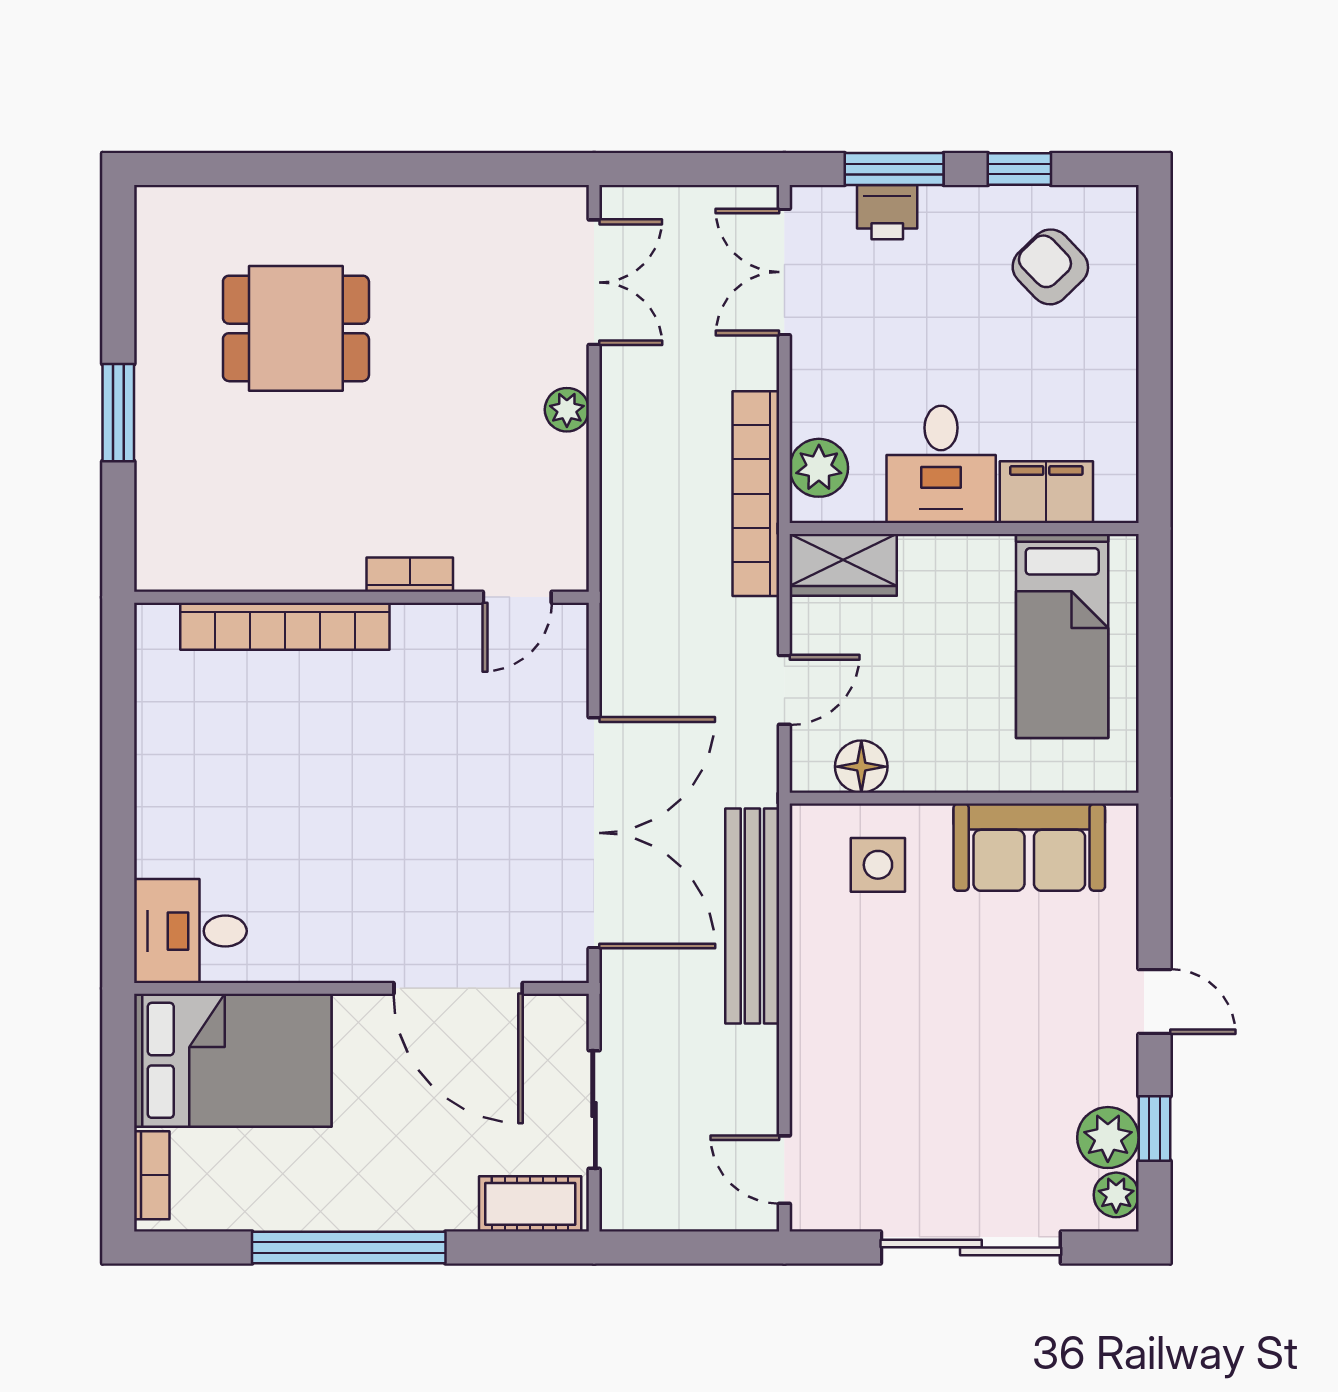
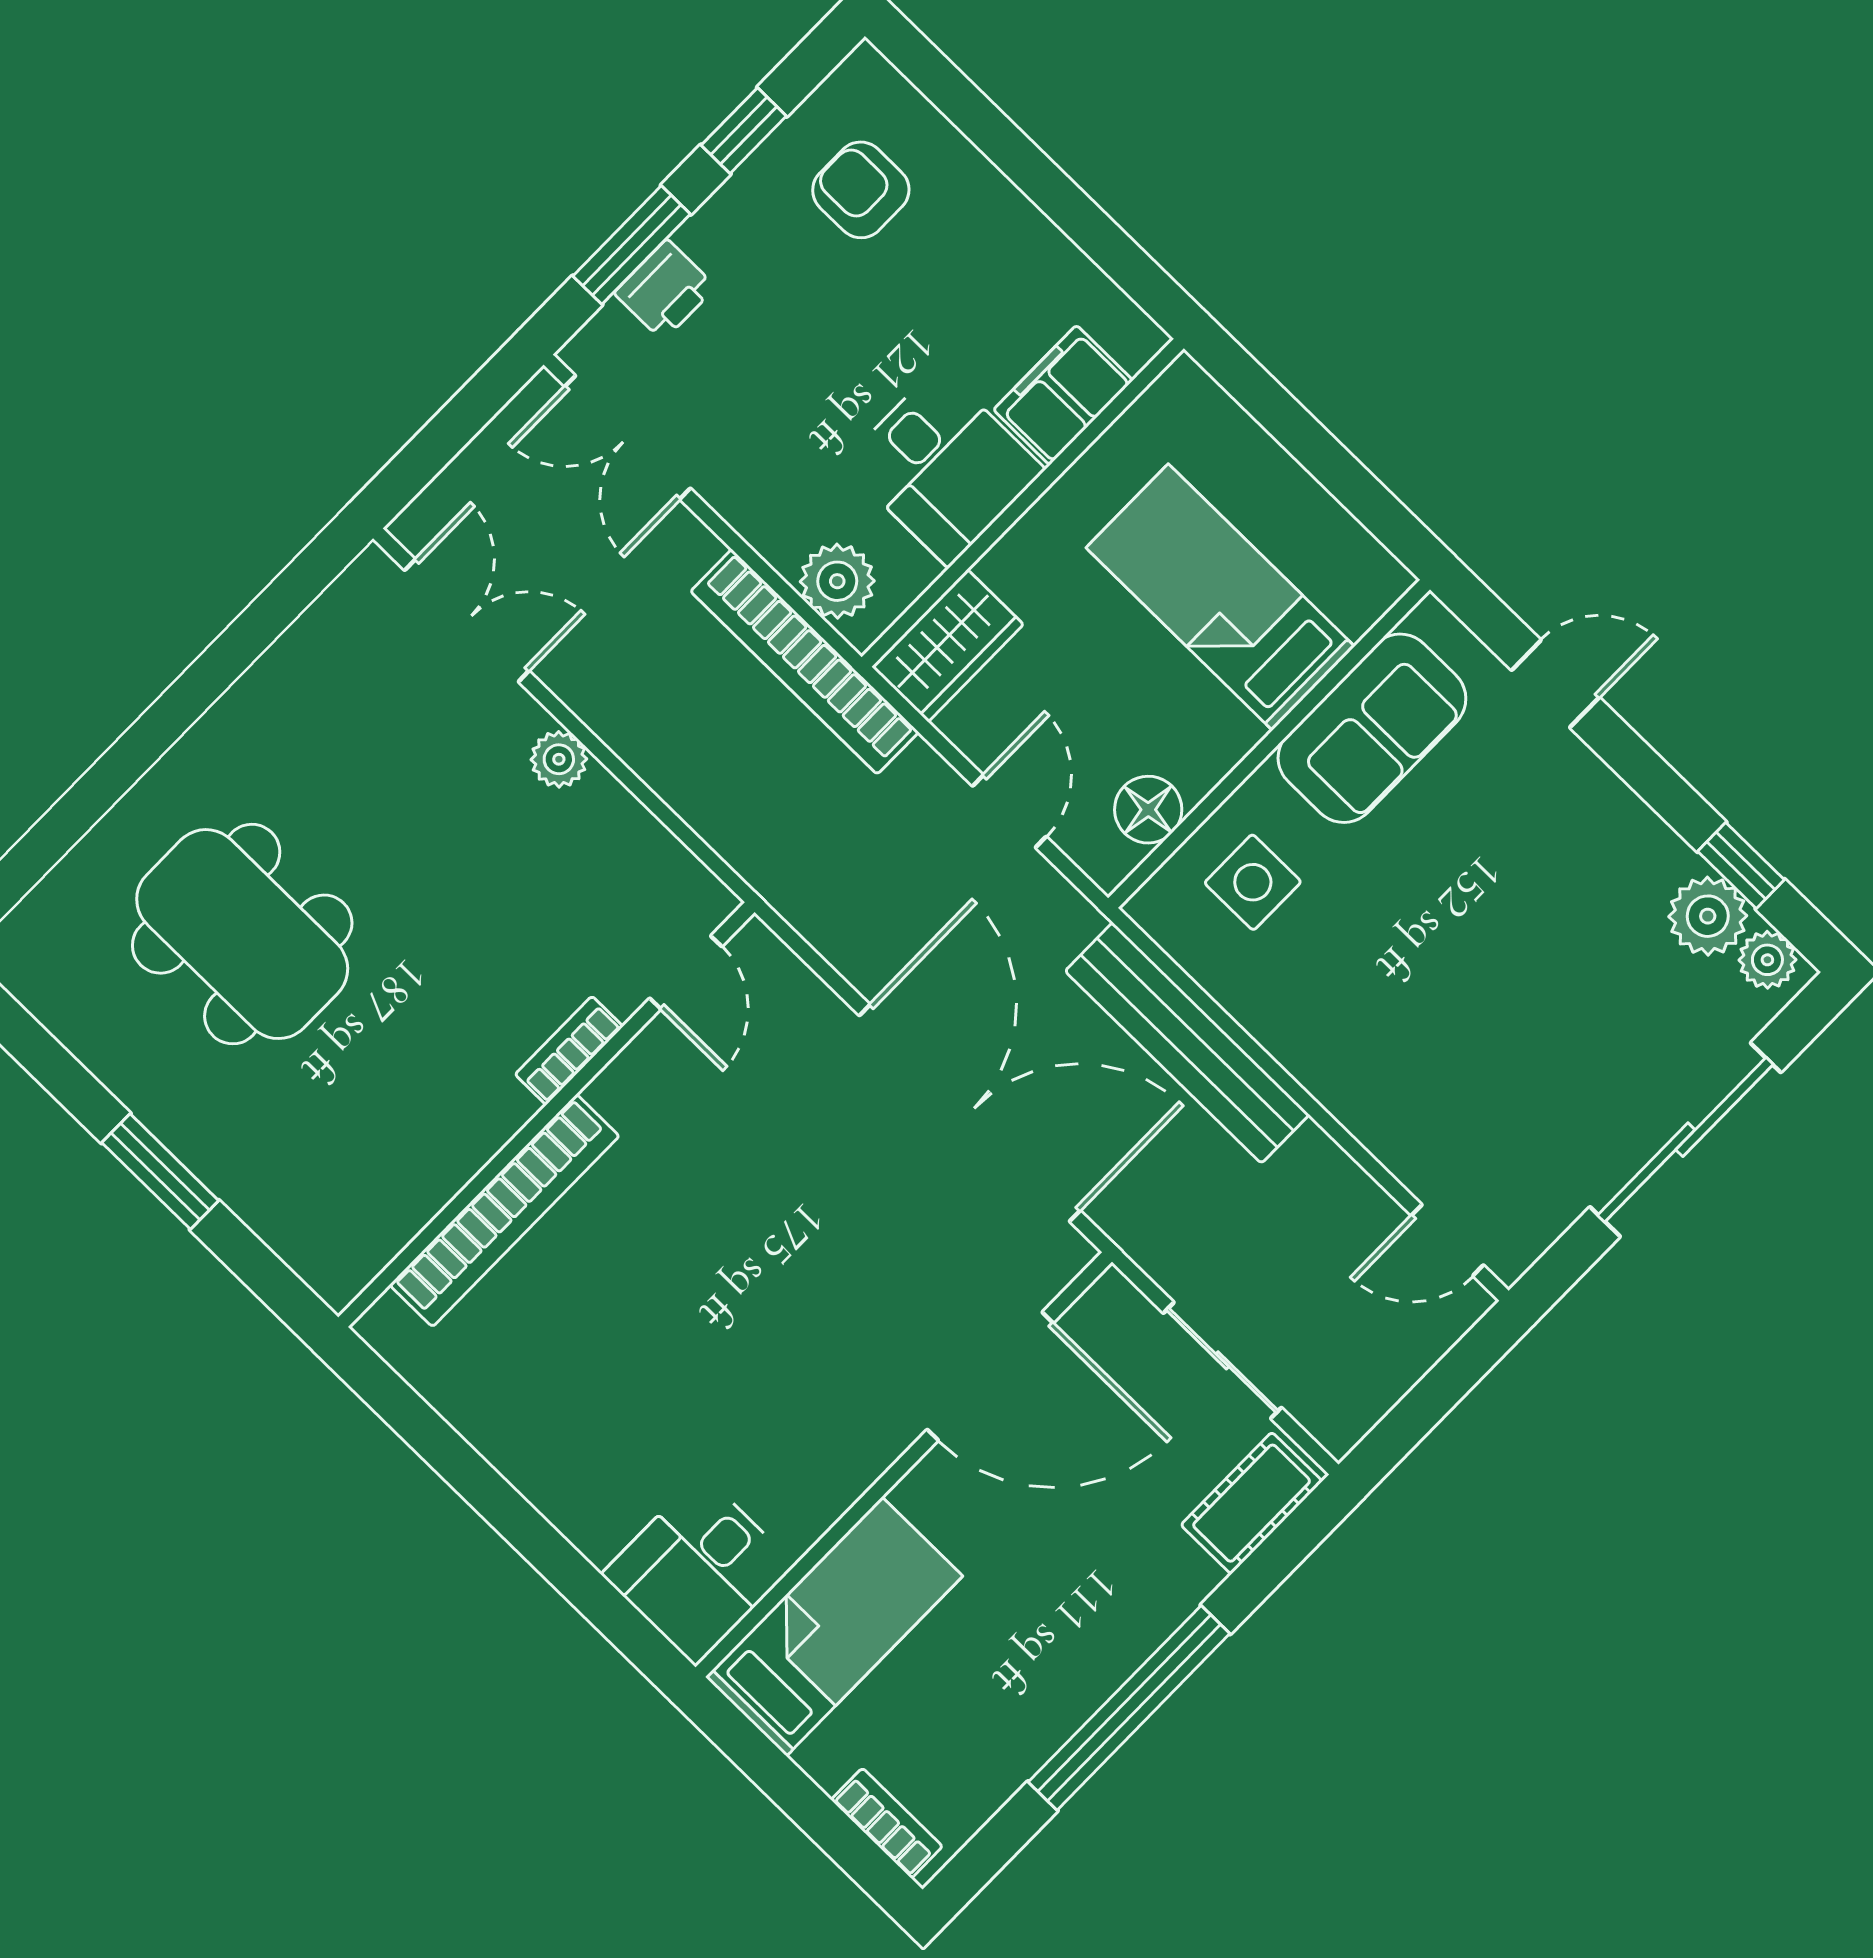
armchair: (1050, 267) -> (861, 190), turned 44
dining table: (296, 328) -> (242, 934), width x1.38
bed: (1062, 636) -> (1220, 597), moved, turned 180
door: (1154, 1002) -> (1555, 684), moved
bed: (233, 1060) -> (834, 1627), width x0.67

